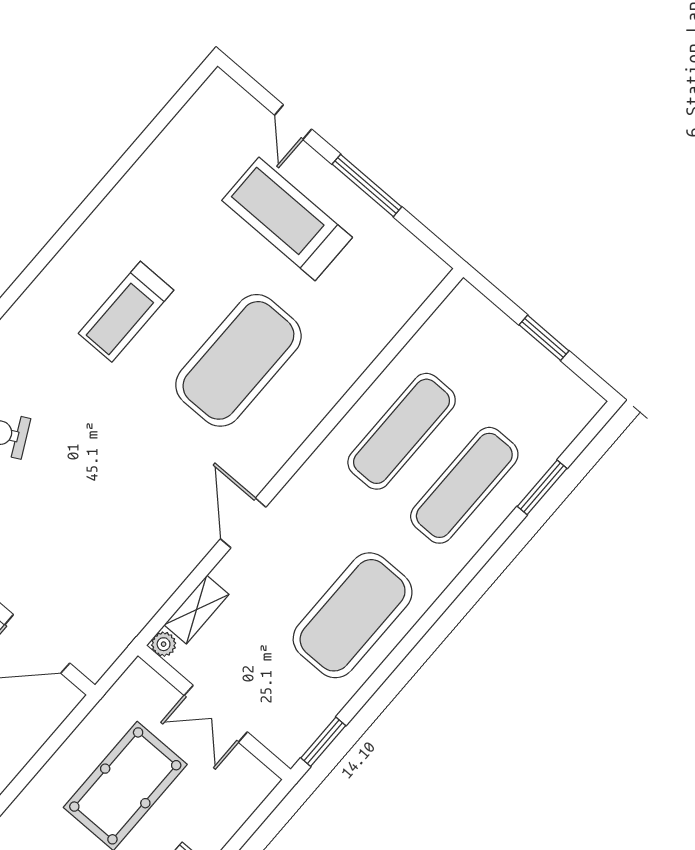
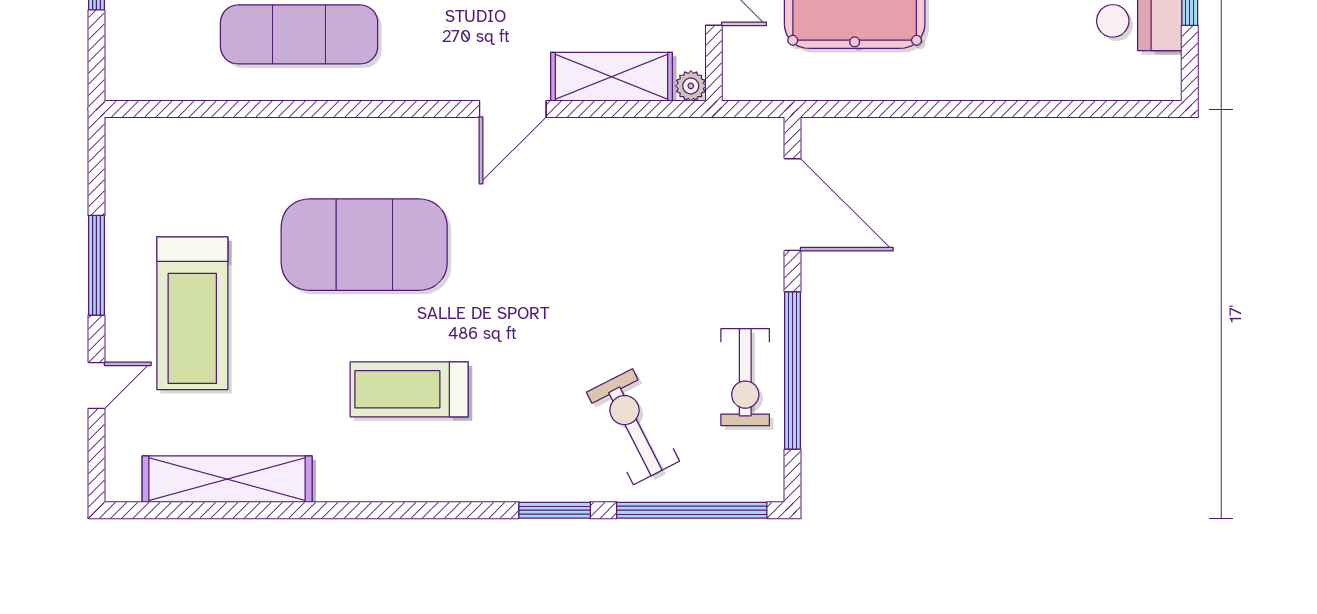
shelving: (167, 153) -> (227, 479), added
treadmill: (126, 312) -> (409, 389), turned 180
shelving: (196, 610) -> (612, 77), width x1.50, depth x1.33

